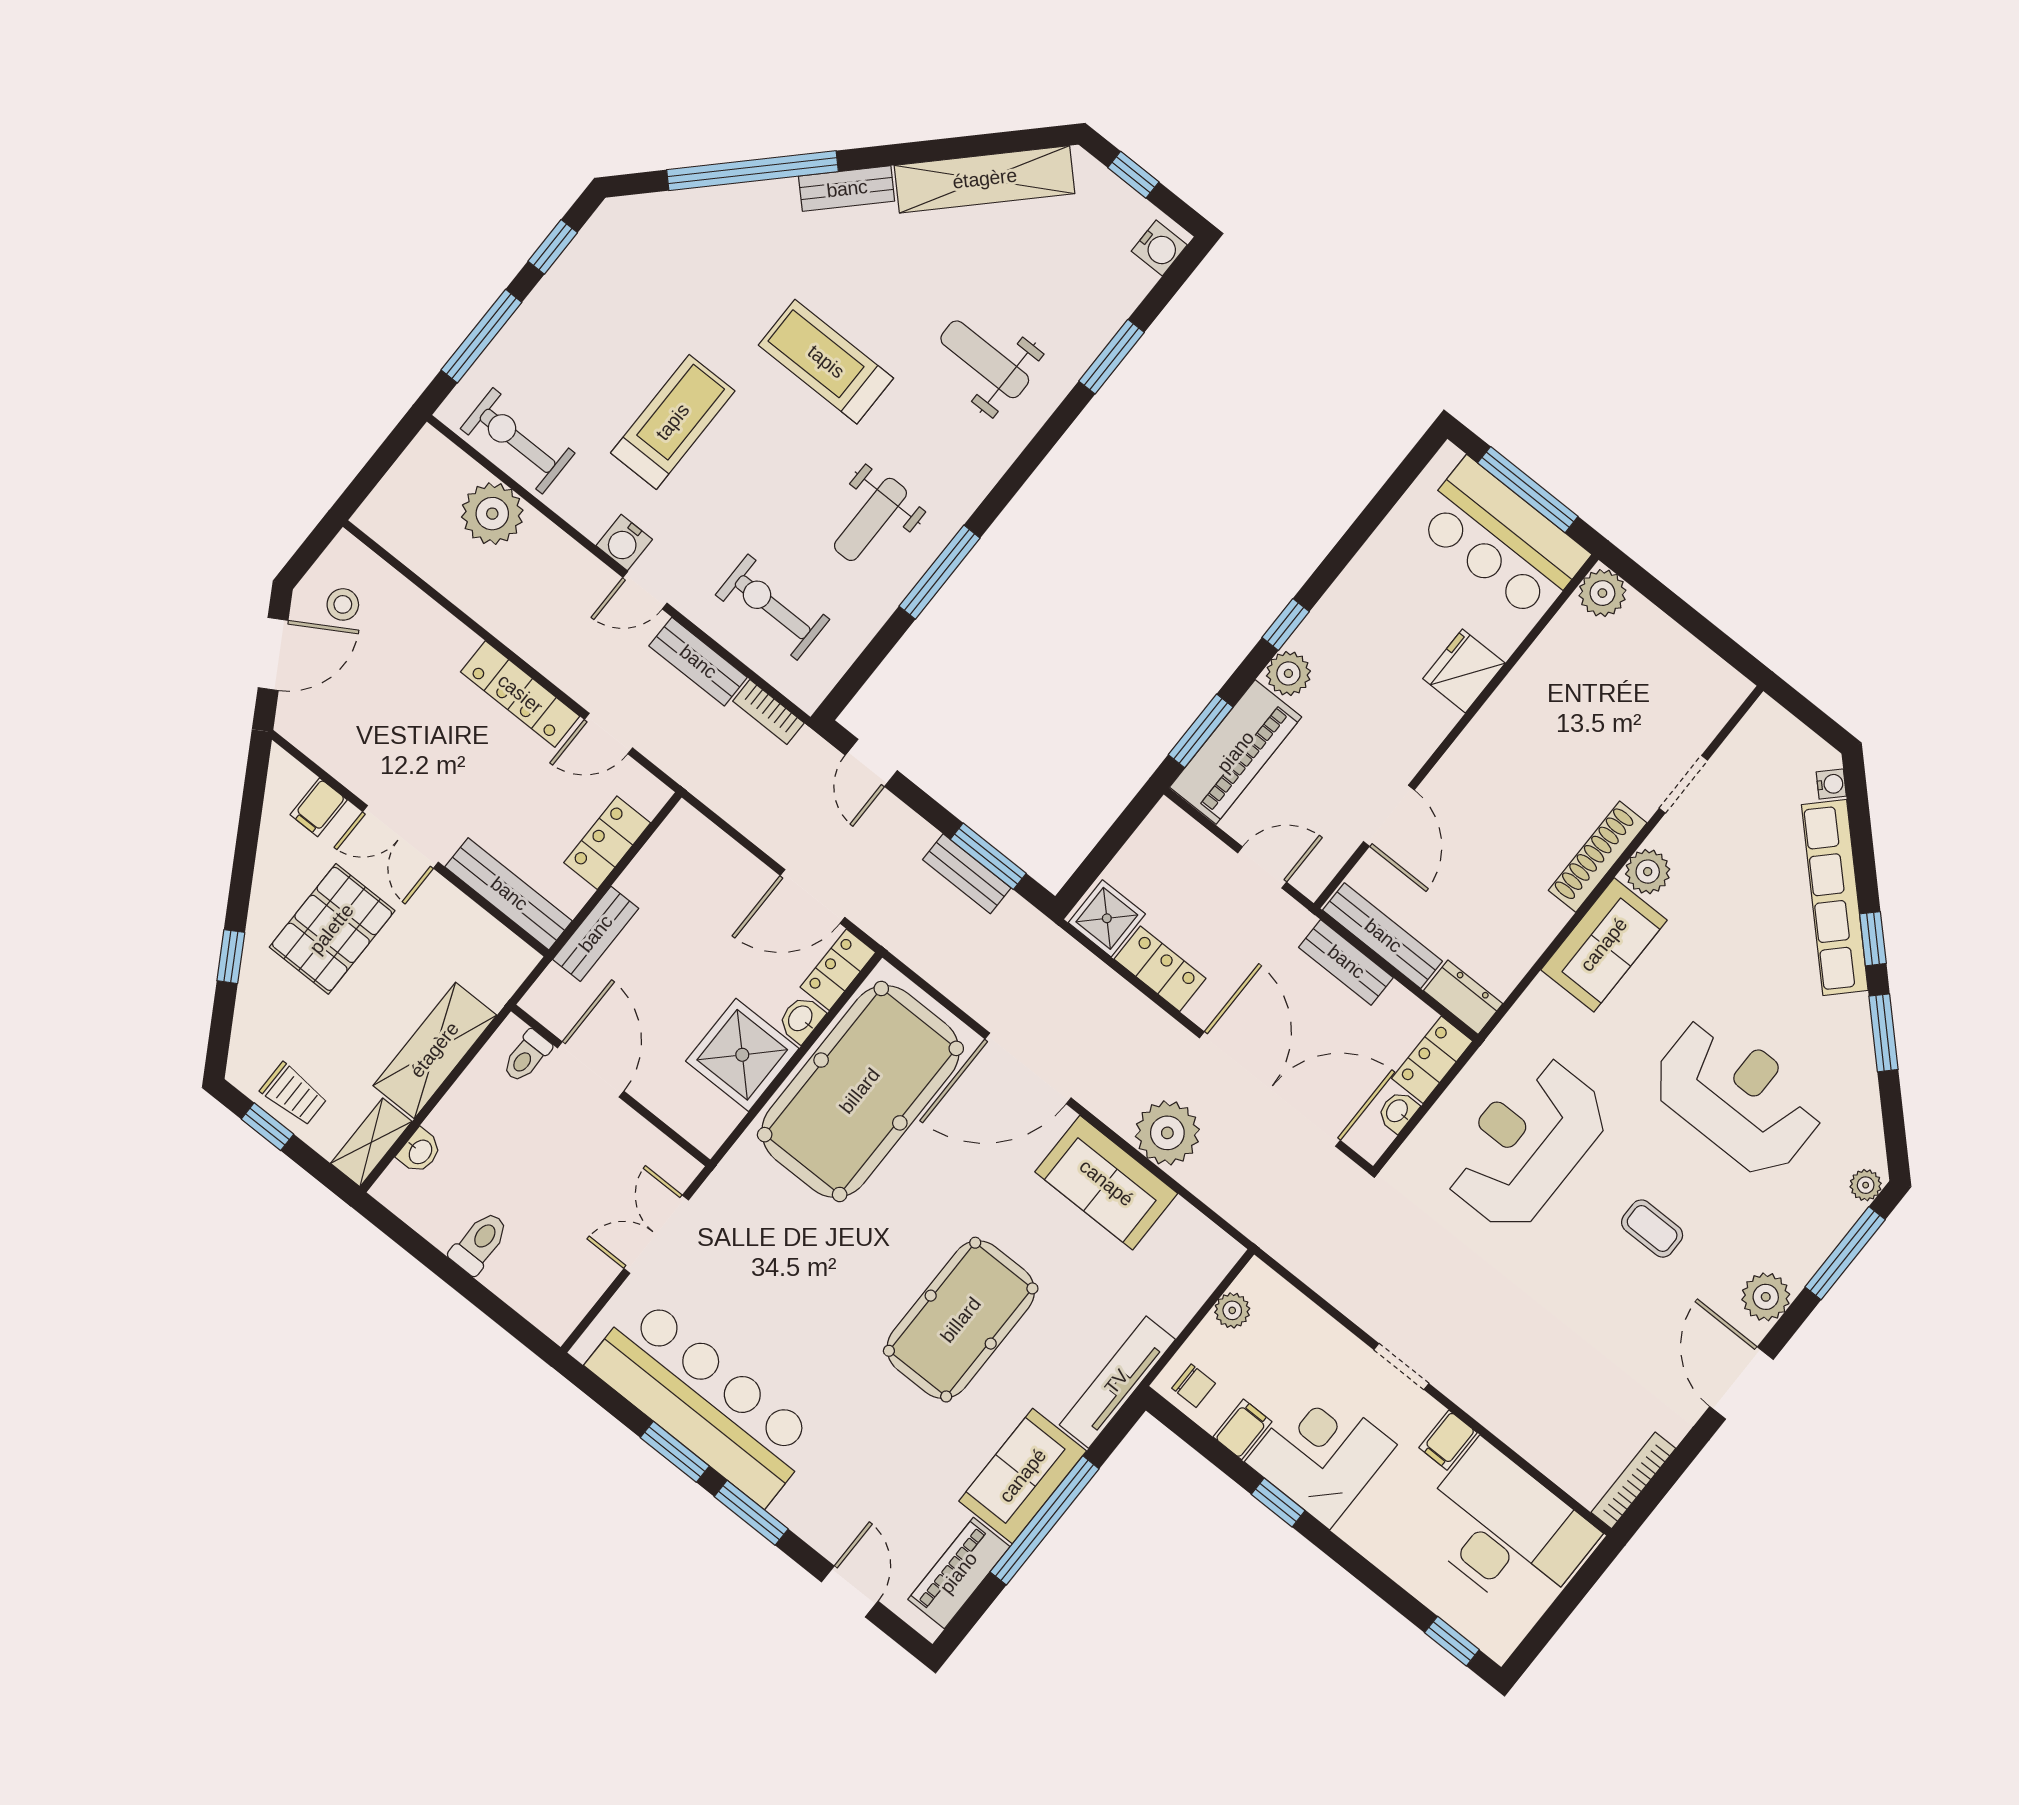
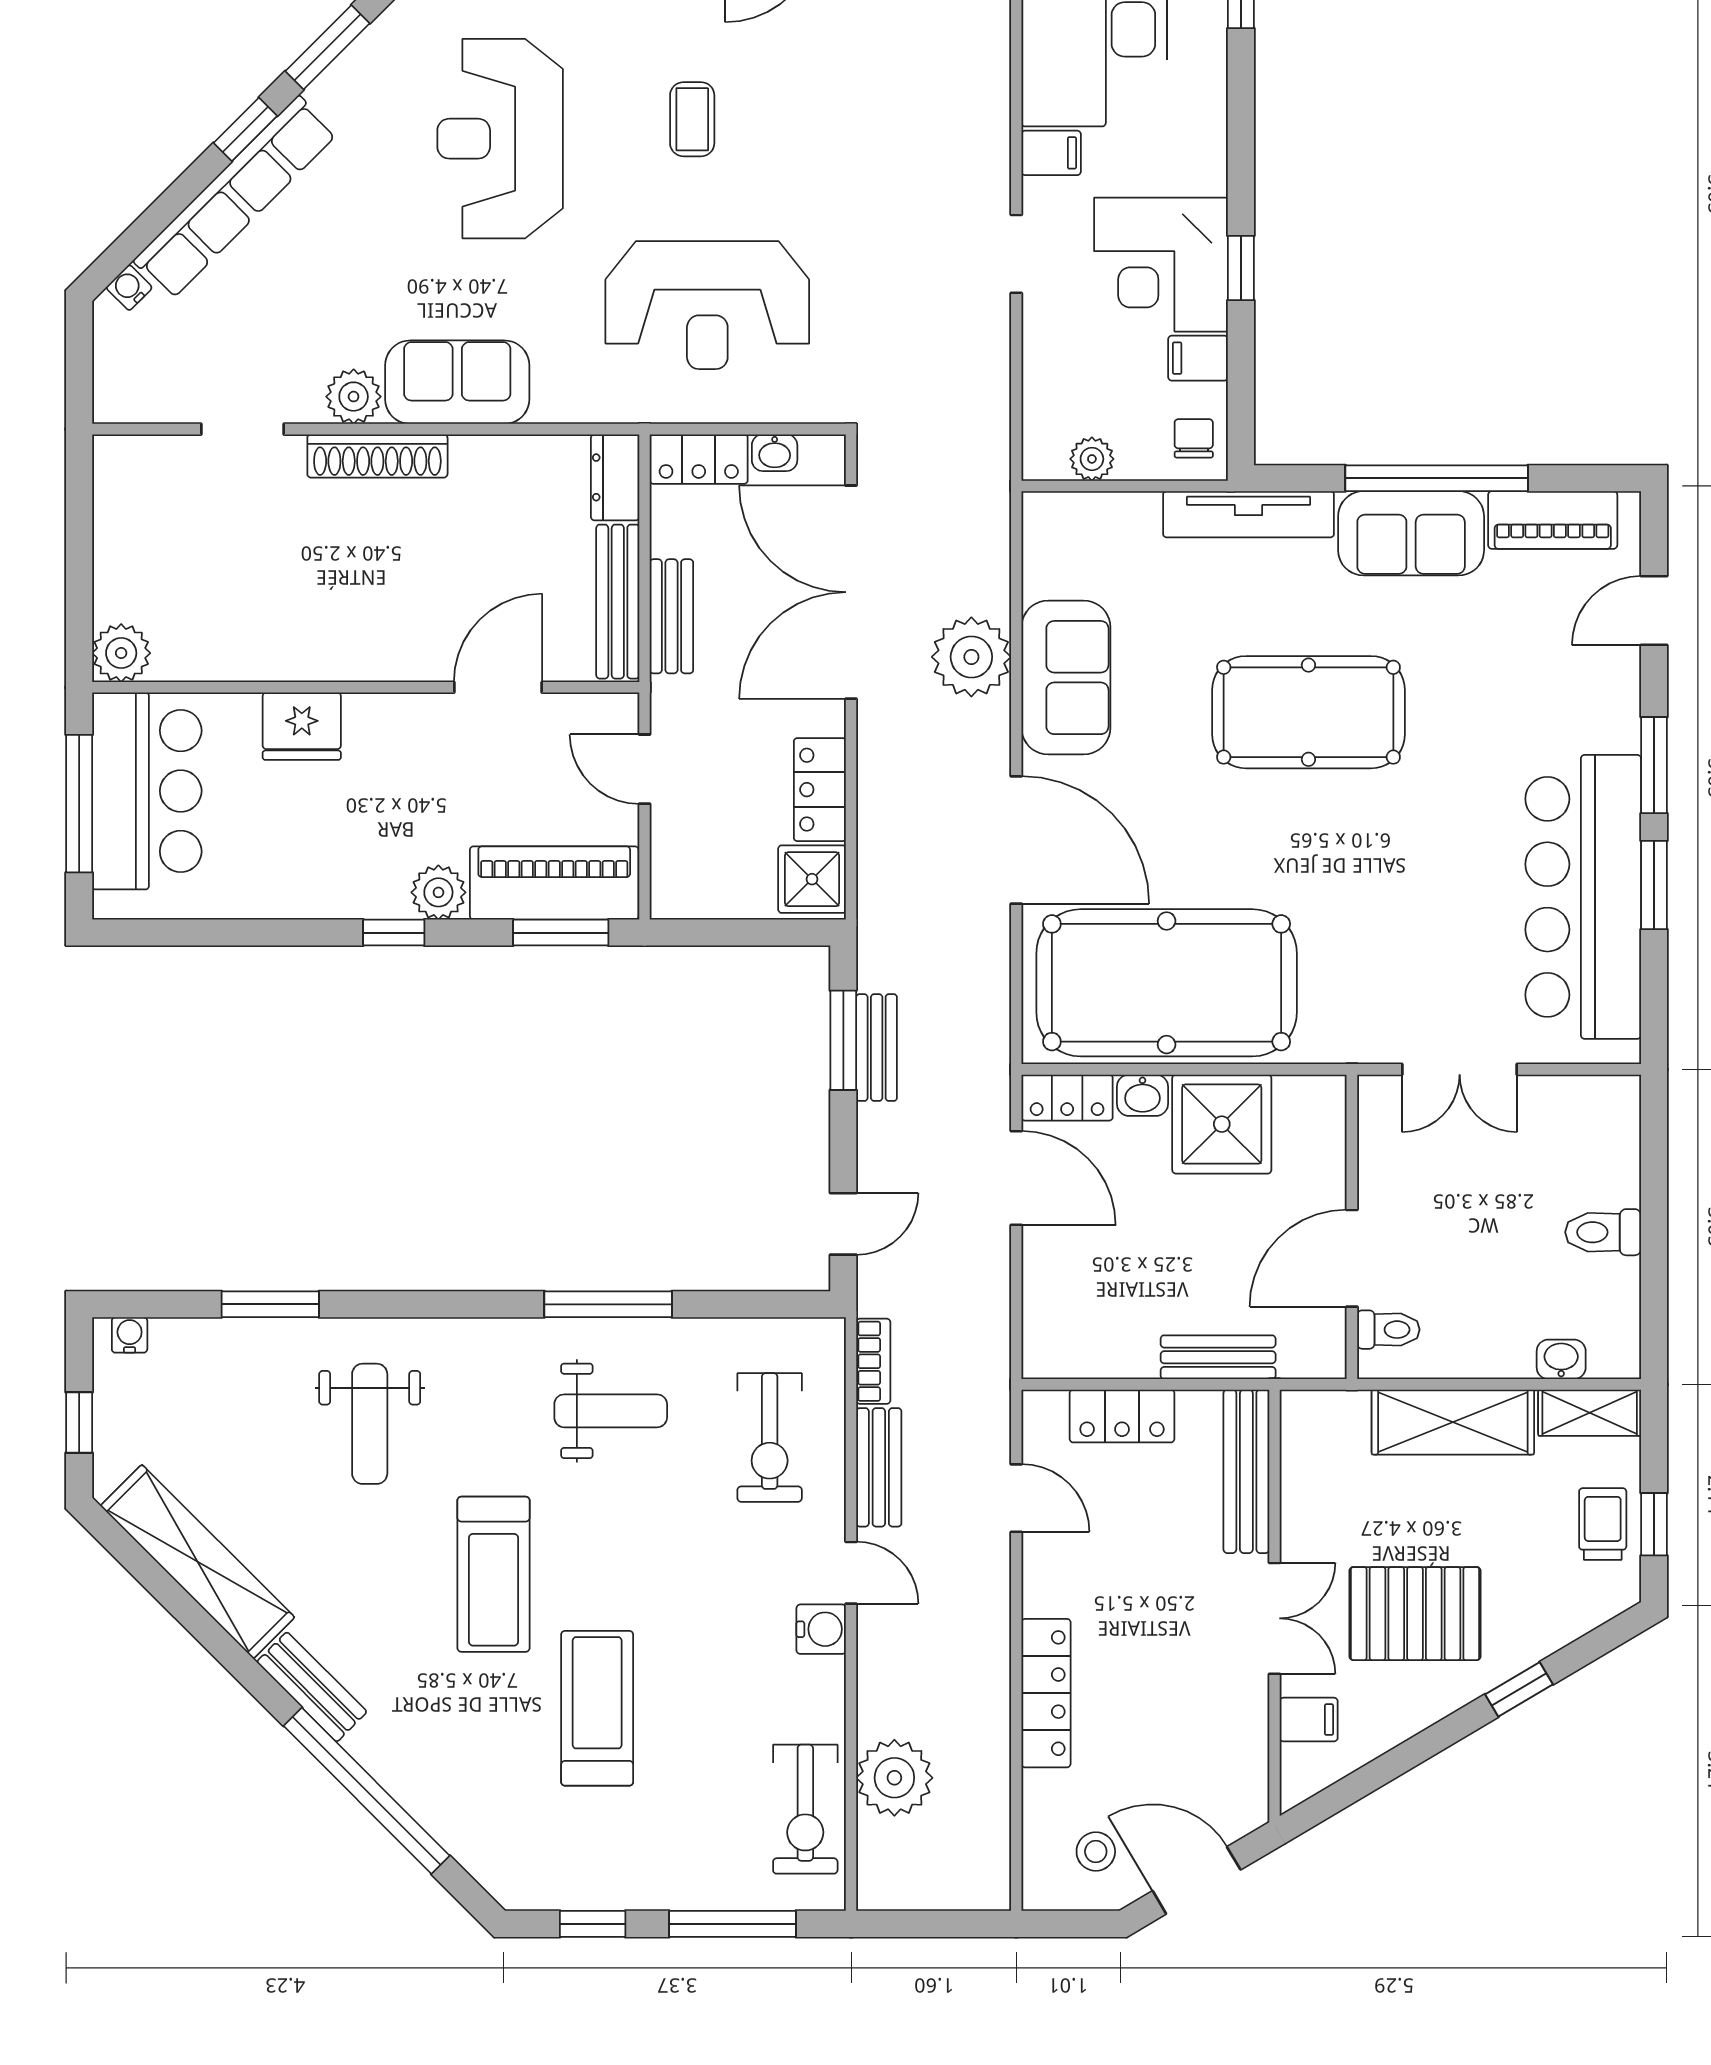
water cooler: (1159, 248) -> (130, 1335), width x0.72, depth x0.72
treadmill: (673, 422) -> (597, 1708), moved, turned 90
locker: (520, 694) -> (1046, 1693), moved

